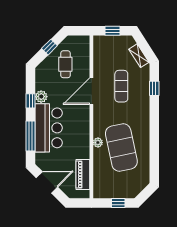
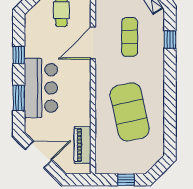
plant: (41, 97) -> (32, 50), removed
window: (31, 136) -> (19, 98), width x0.69
plant: (98, 143) -> (101, 106), removed

